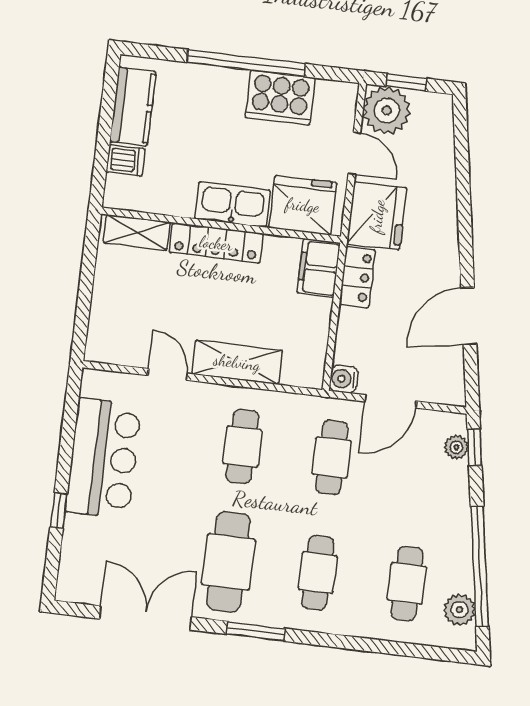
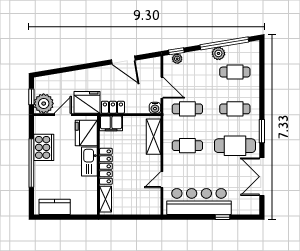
dishwasher: (126, 160) -> (77, 207), removed
shelving: (237, 362) -> (153, 137), moved
bar counter: (103, 458) -> (199, 202), width x1.36
plant: (460, 610) -> (218, 53), moved

